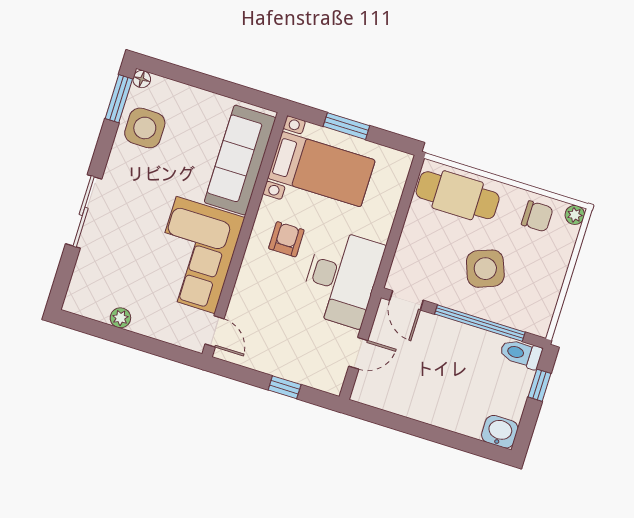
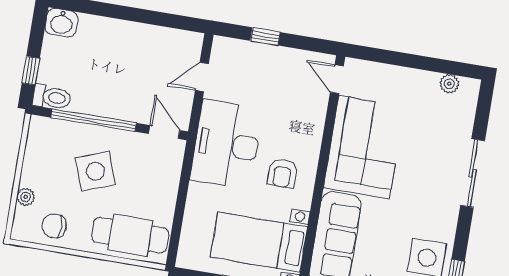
plant: (575, 215) -> (26, 197), moved
plant: (120, 318) -> (449, 84), moved

